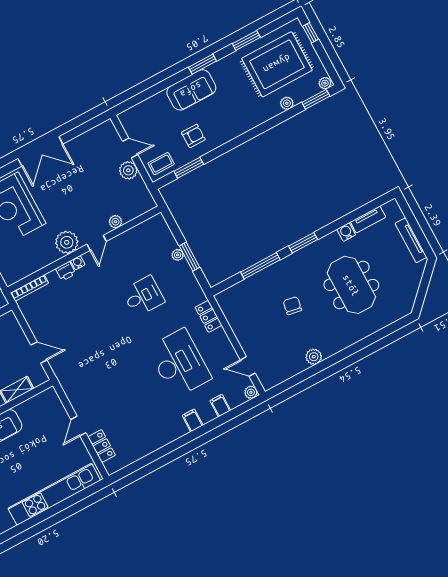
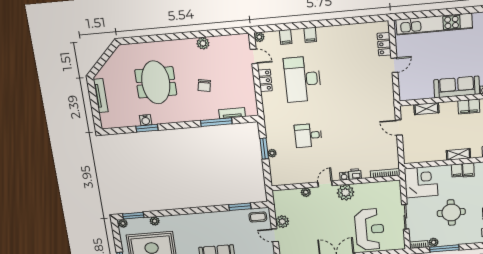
armchair: (193, 136) -> (228, 226), removed
tv unit: (368, 219) -> (232, 113), moved
window: (303, 243) -> (147, 128), moved
locker: (209, 316) -> (265, 80), moved

